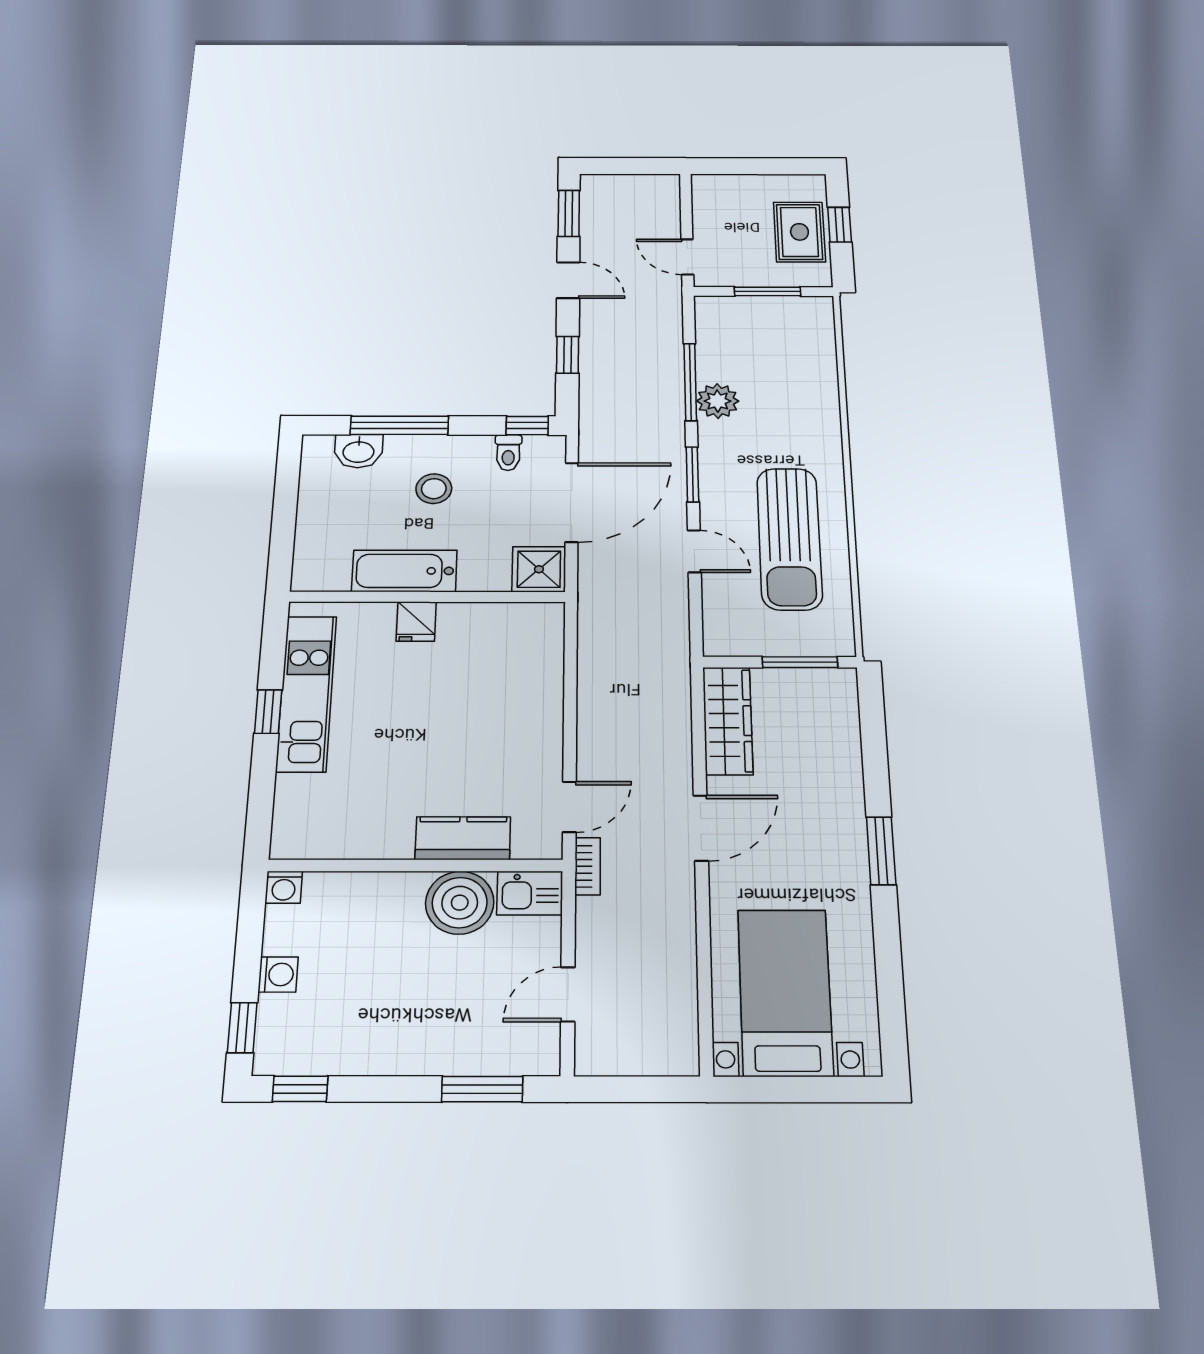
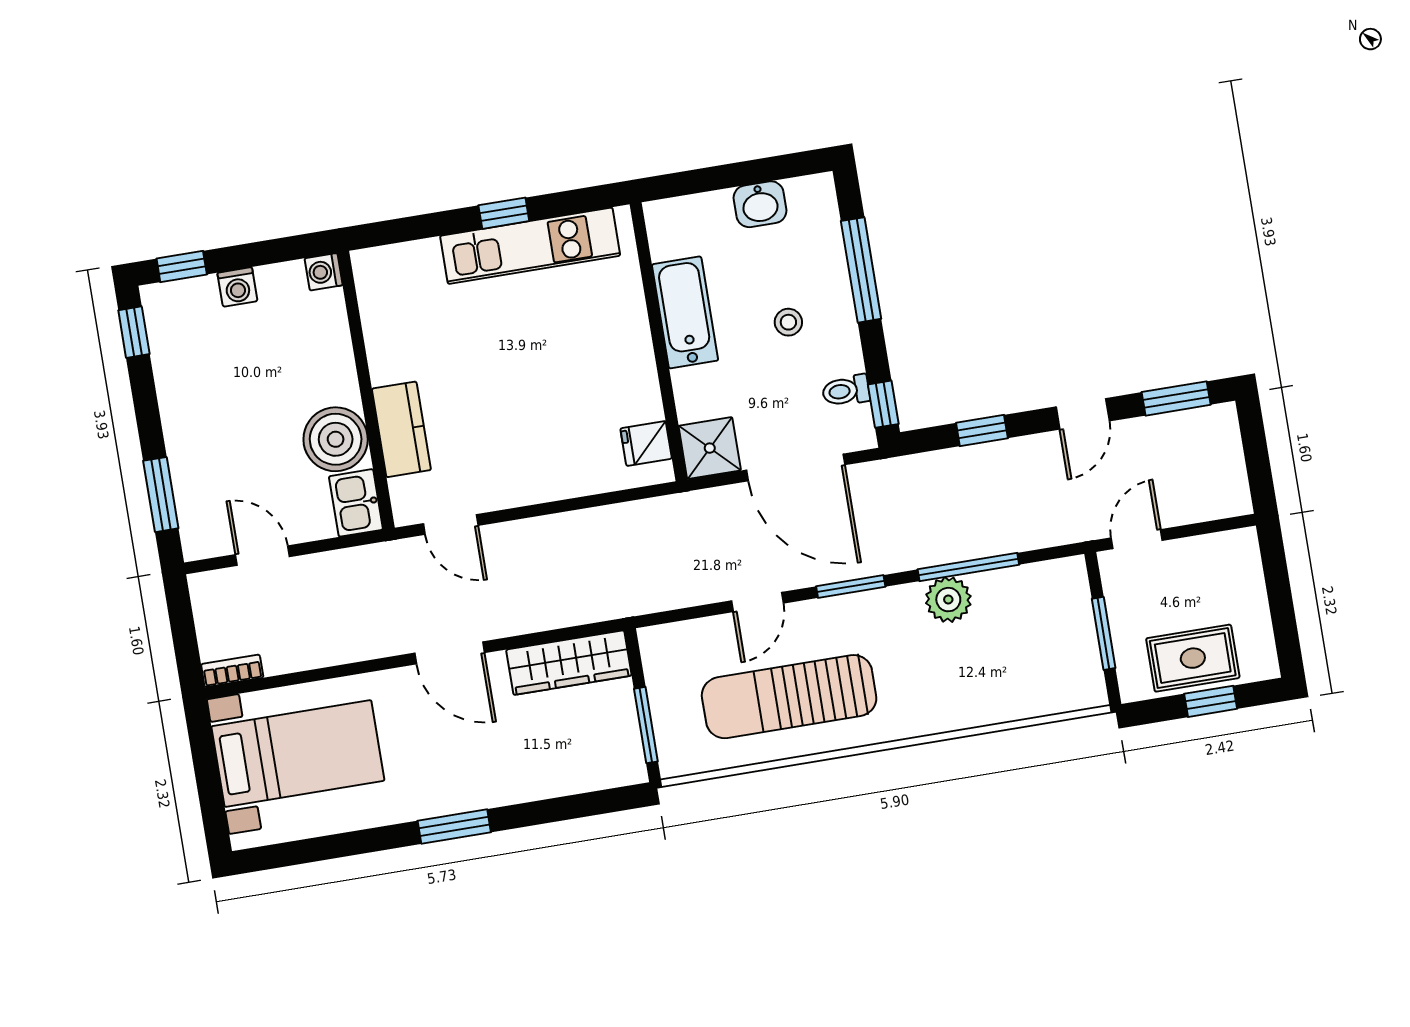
washbasin: (358, 451) -> (760, 204), moved, turned -90
stool: (434, 489) -> (788, 322), width x0.73, depth x0.73
fridge: (416, 622) -> (646, 444), moved
bookcase: (588, 866) -> (232, 671), moved, turned 180

